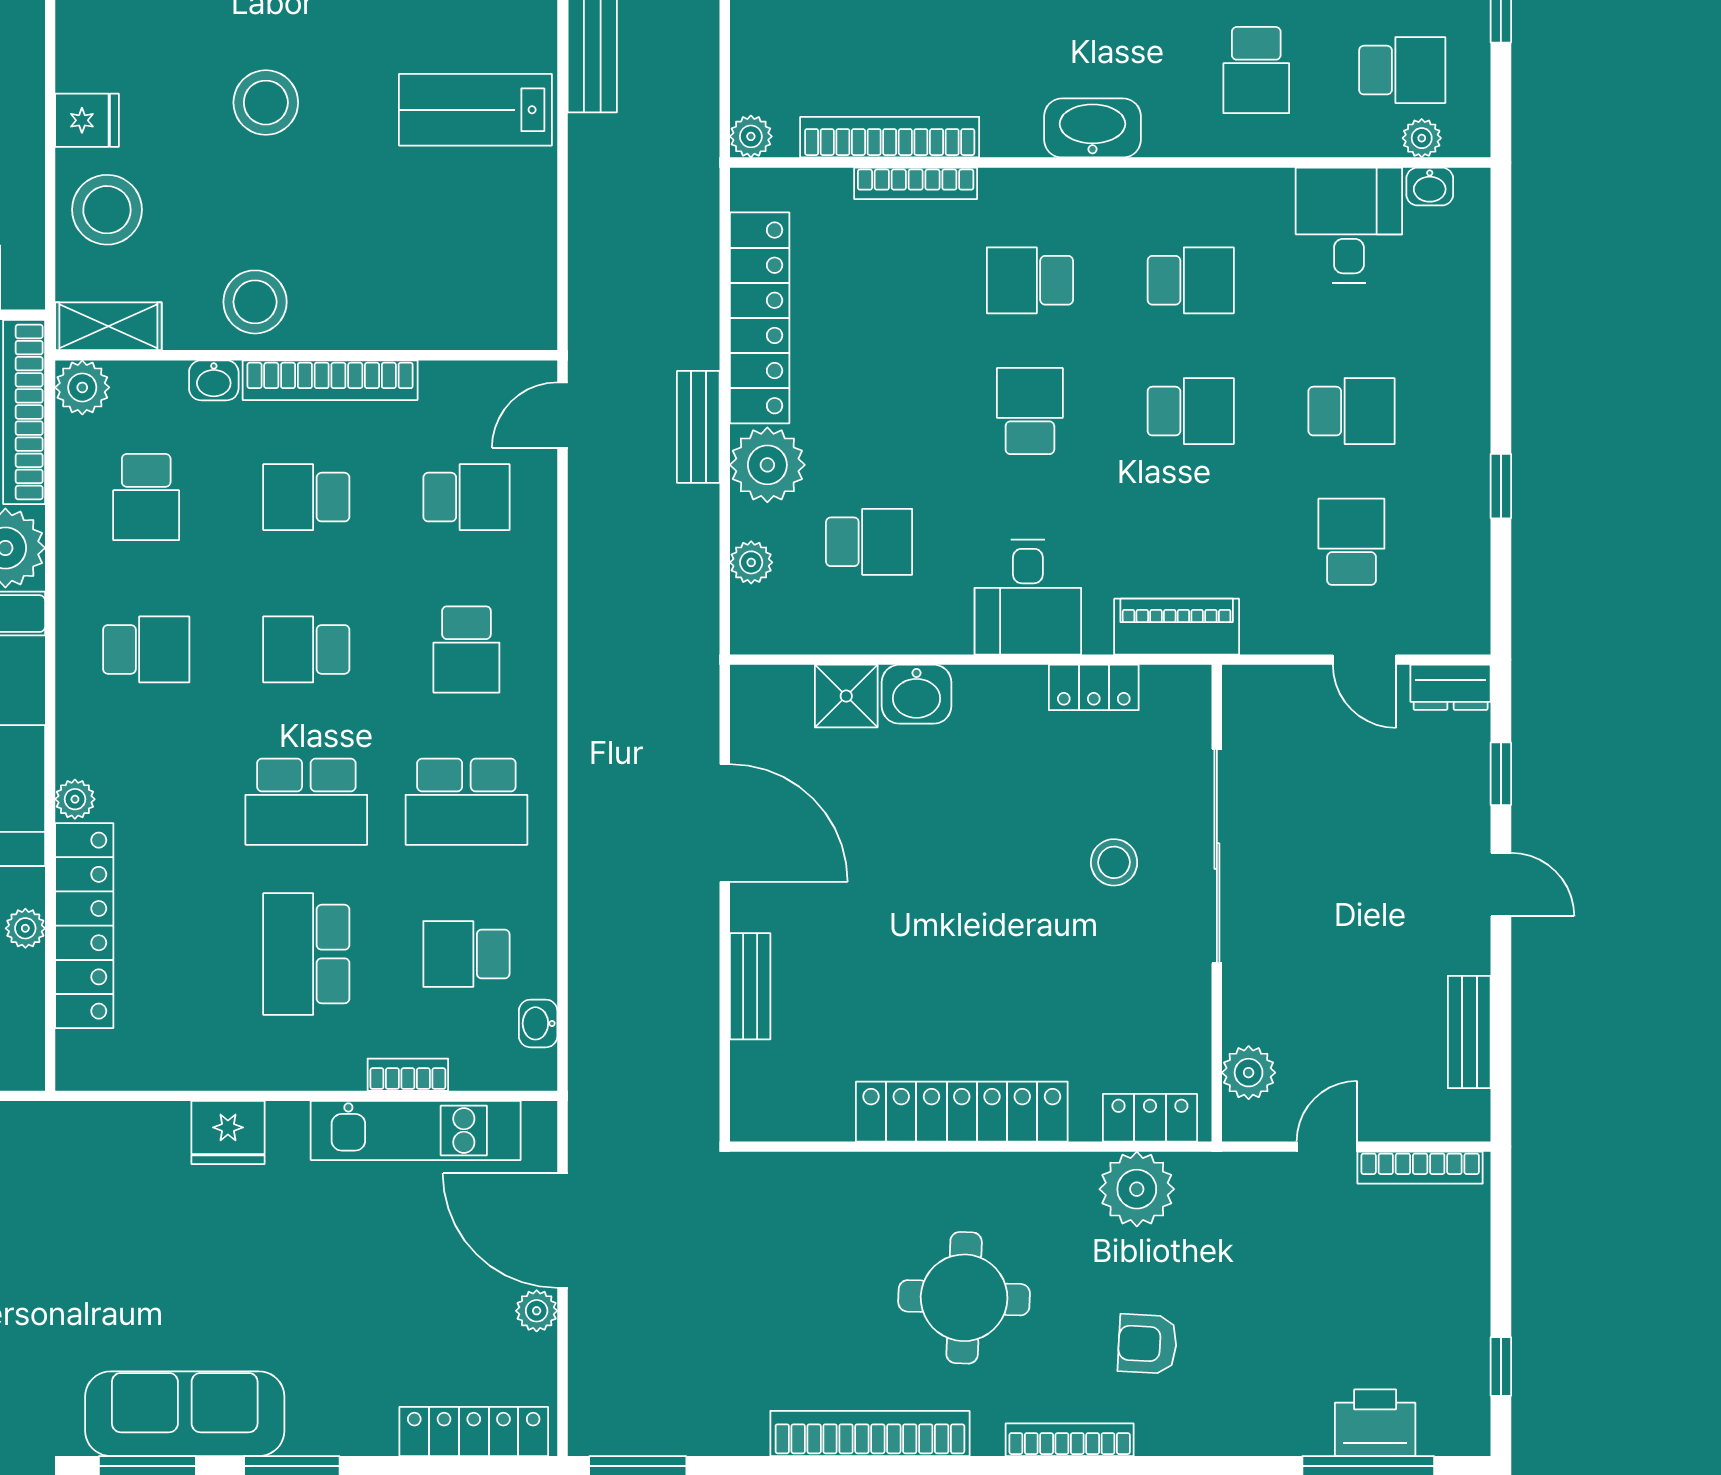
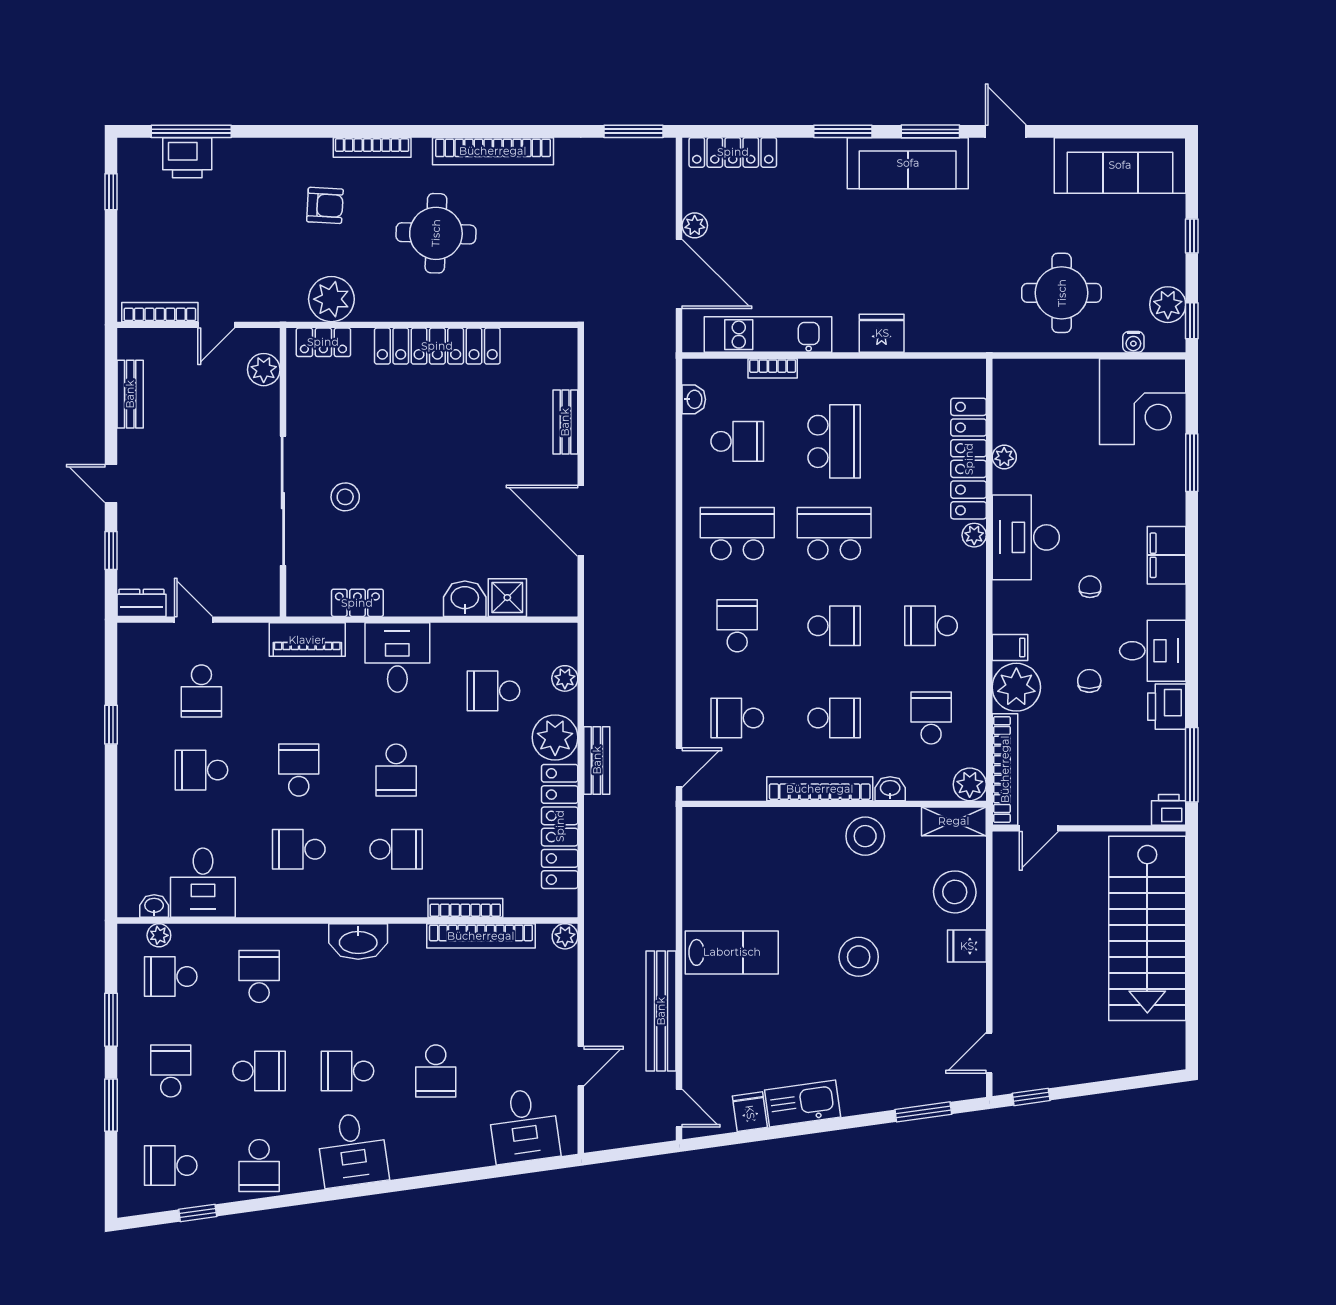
school desk: (1191, 411) -> (299, 770), turned 90

